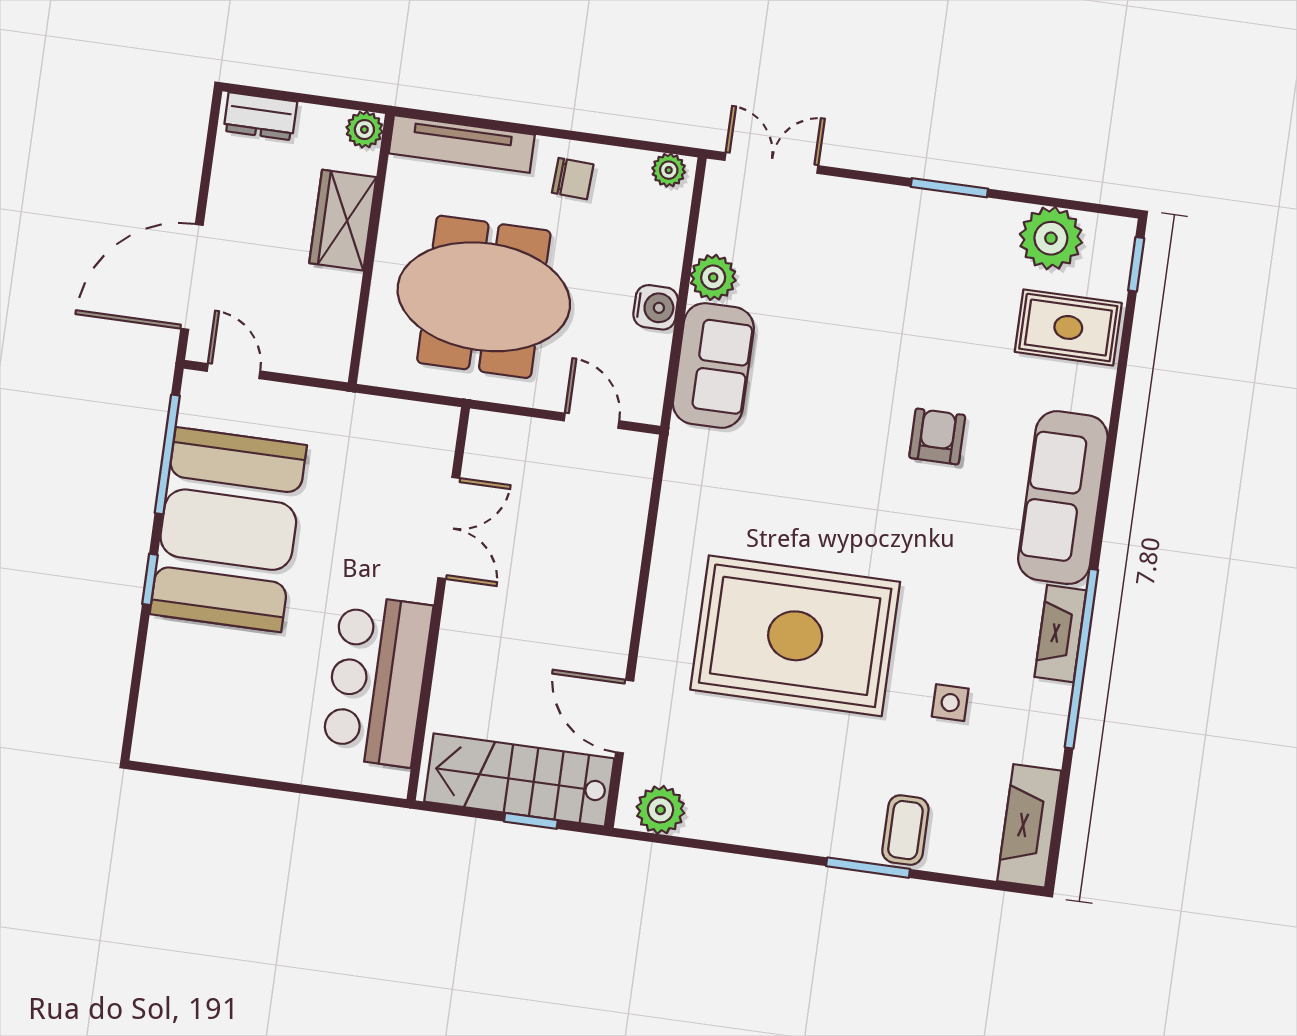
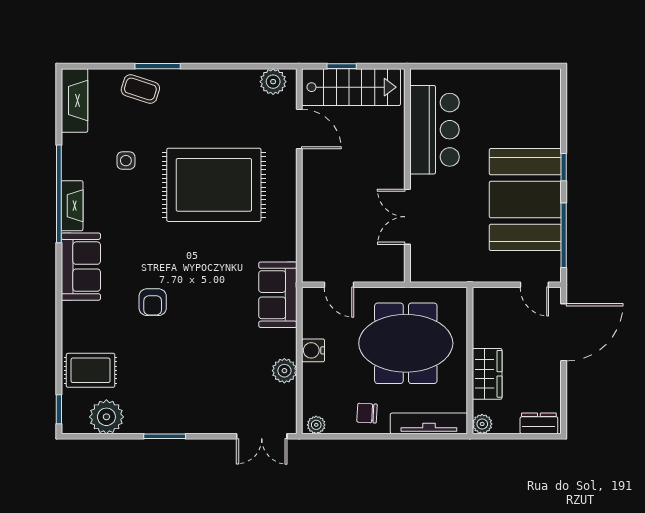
sofa: (713, 366) -> (278, 295), moved
sofa: (1063, 498) -> (81, 267), width x0.73
coffee table: (905, 830) -> (140, 89), turned -72

